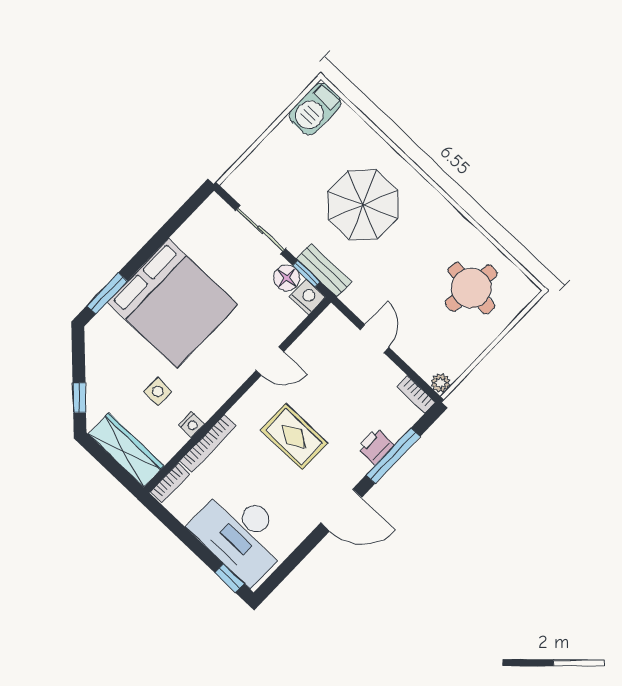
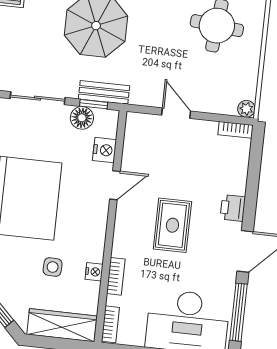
nightstand: (308, 297) -> (105, 150), moved, turned 90
rug: (294, 437) -> (172, 225), turned 90
bookcase: (208, 443) -> (116, 276), width x0.64
printer: (375, 446) -> (233, 208), moved
window: (393, 456) -> (239, 312), moved

